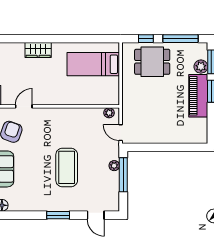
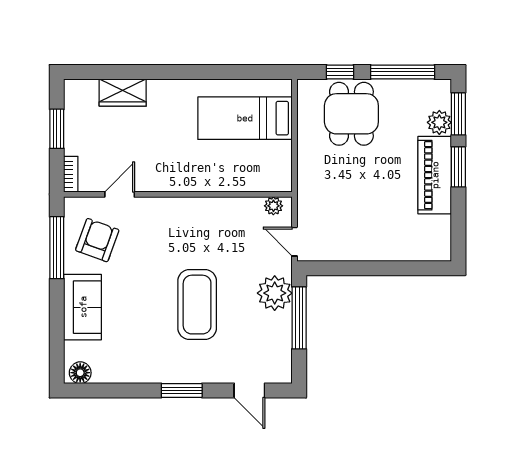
wardrobe: (38, 50) -> (123, 93), moved
dining table: (152, 62) -> (351, 114), turned 90
plant: (114, 166) -> (275, 293), width x1.88, depth x1.88

